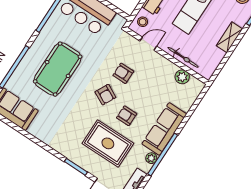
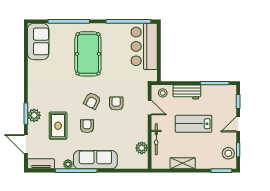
shelving: (229, 37) -> (183, 163), moved
pool table: (58, 69) -> (88, 54), turned 90
rug: (108, 143) -> (58, 126), width x0.73, depth x0.70
plant: (83, 160) -> (34, 115), added

